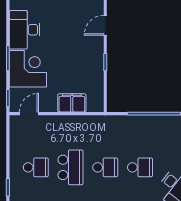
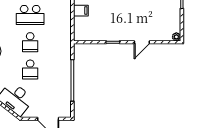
door: (105, 25) -> (142, 42), swing flipped
filing cabinet: (72, 103) -> (81, 11), width x0.50

